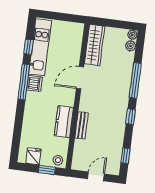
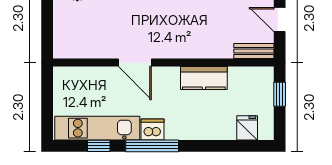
wardrobe: (95, 45) -> (83, 47), removed
bench: (81, 125) -> (254, 51), moved
fridge: (33, 156) -> (247, 128), moved, turned 90
stool: (58, 160) -> (263, 80), removed

